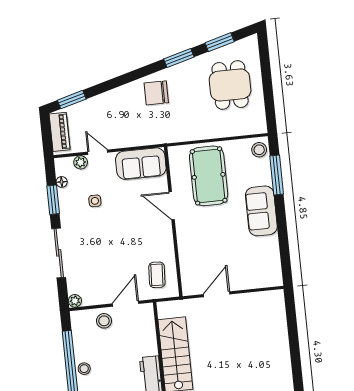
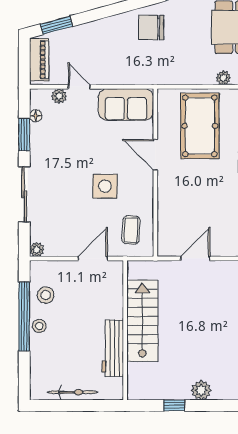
plant: (225, 131) -> (223, 78), added
side table: (95, 201) -> (105, 186), moved, width x1.87, depth x1.87
stool: (104, 321) -> (46, 295), moved

